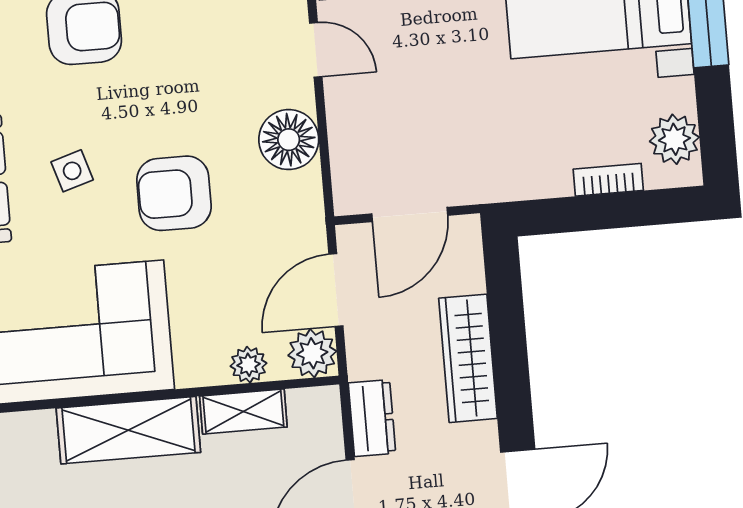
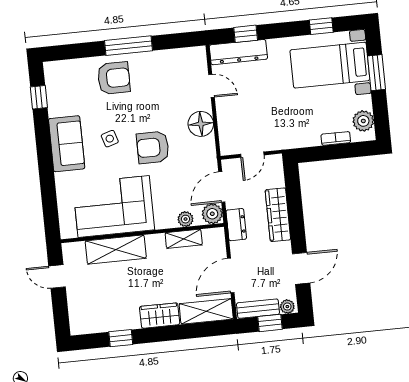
door: (410, 215) -> (252, 155), width x0.73
dresser: (372, 418) -> (236, 225), moved
shelving: (128, 430) -> (116, 250), moved

